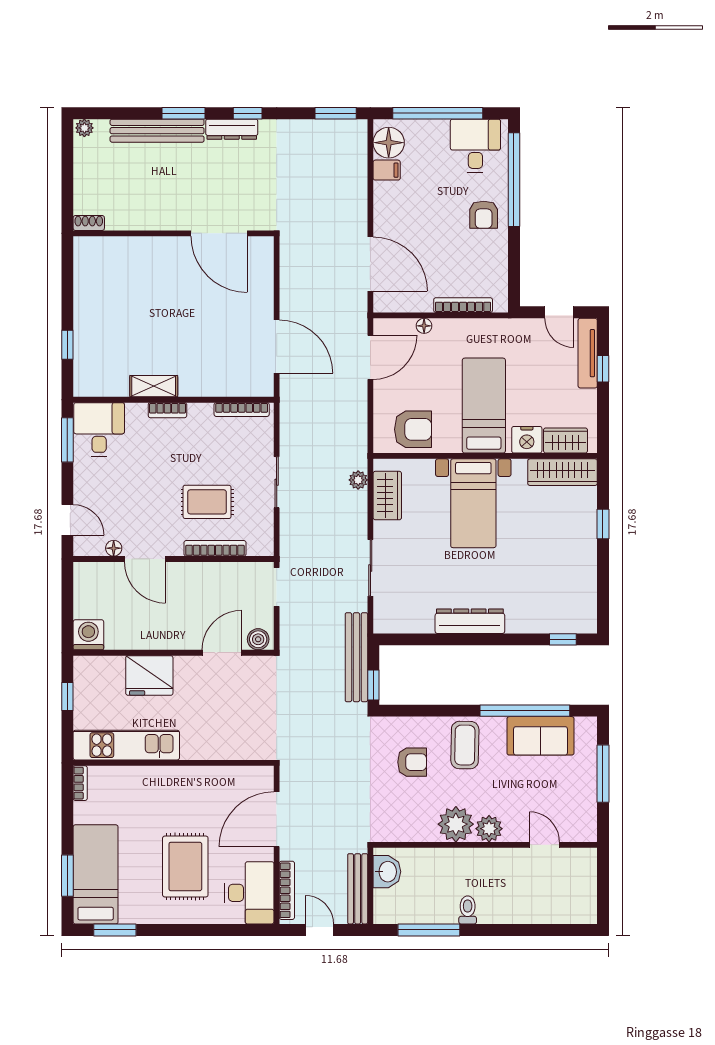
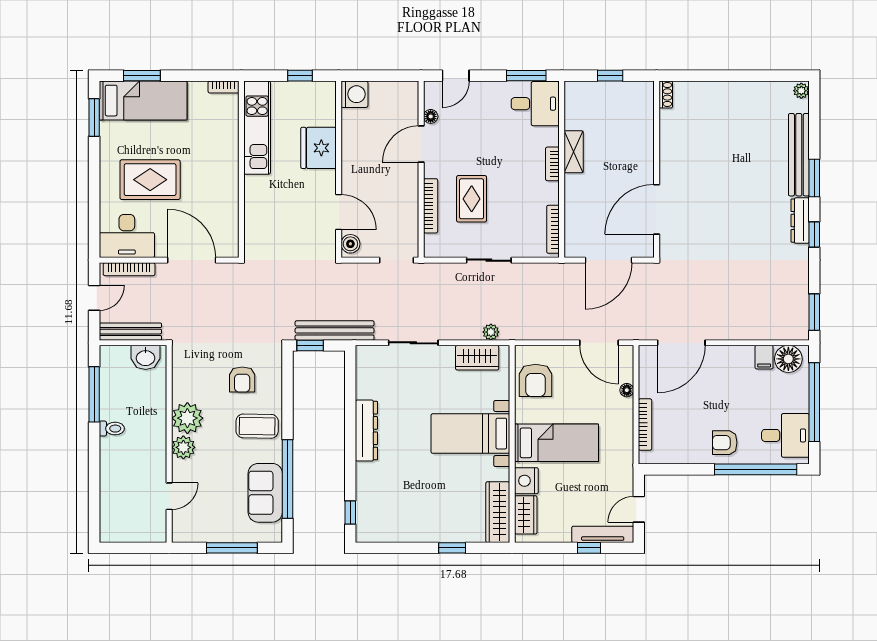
shoe rack: (89, 223) -> (666, 94), moved
wall: (174, 233) -> (657, 169), moved
door: (219, 233) -> (657, 209), moved

